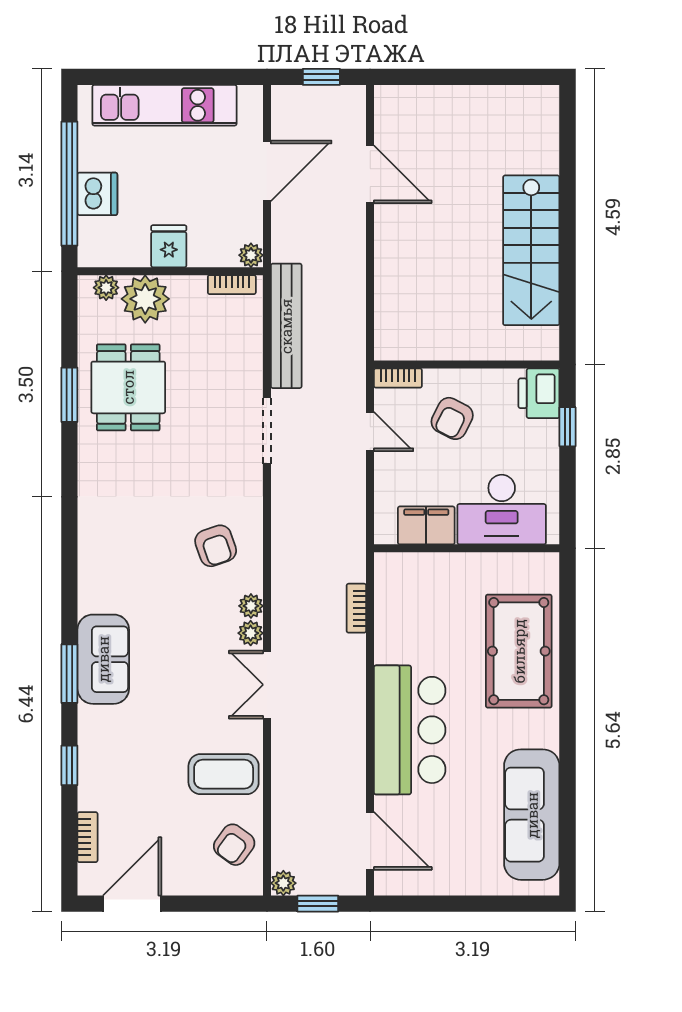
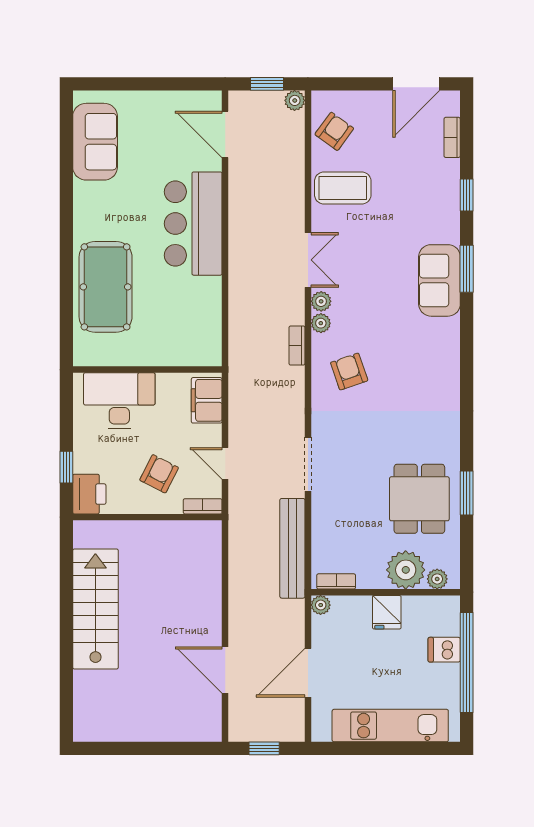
dishwasher: (97, 194) -> (444, 650), width x0.73
filing cabinet: (426, 525) -> (207, 400), moved, turned 90
bookcase: (356, 608) -> (297, 346), moved, turned 180
sofa: (532, 815) -> (95, 142), width x0.73

